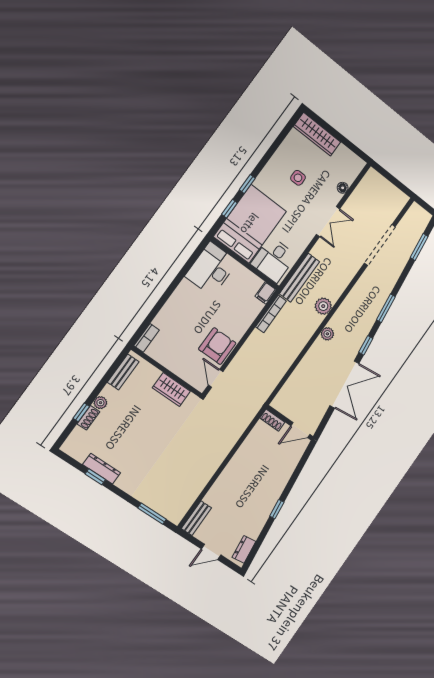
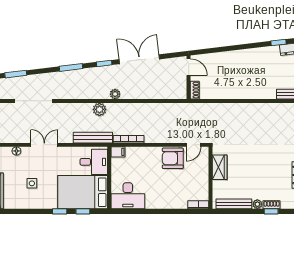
bench: (123, 372) -> (234, 204), width x1.36
window: (277, 509) -> (278, 42), moved

